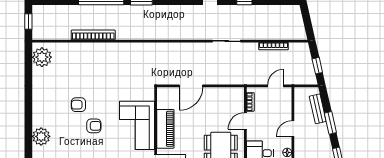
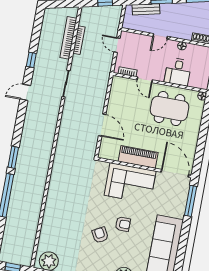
bookcase: (93, 35) -> (68, 38), moved
armchair: (78, 105) -> (100, 235), turned 151
armchair: (94, 126) -> (123, 224), turned 90
door: (293, 128) -> (160, 36), hinge flipped

